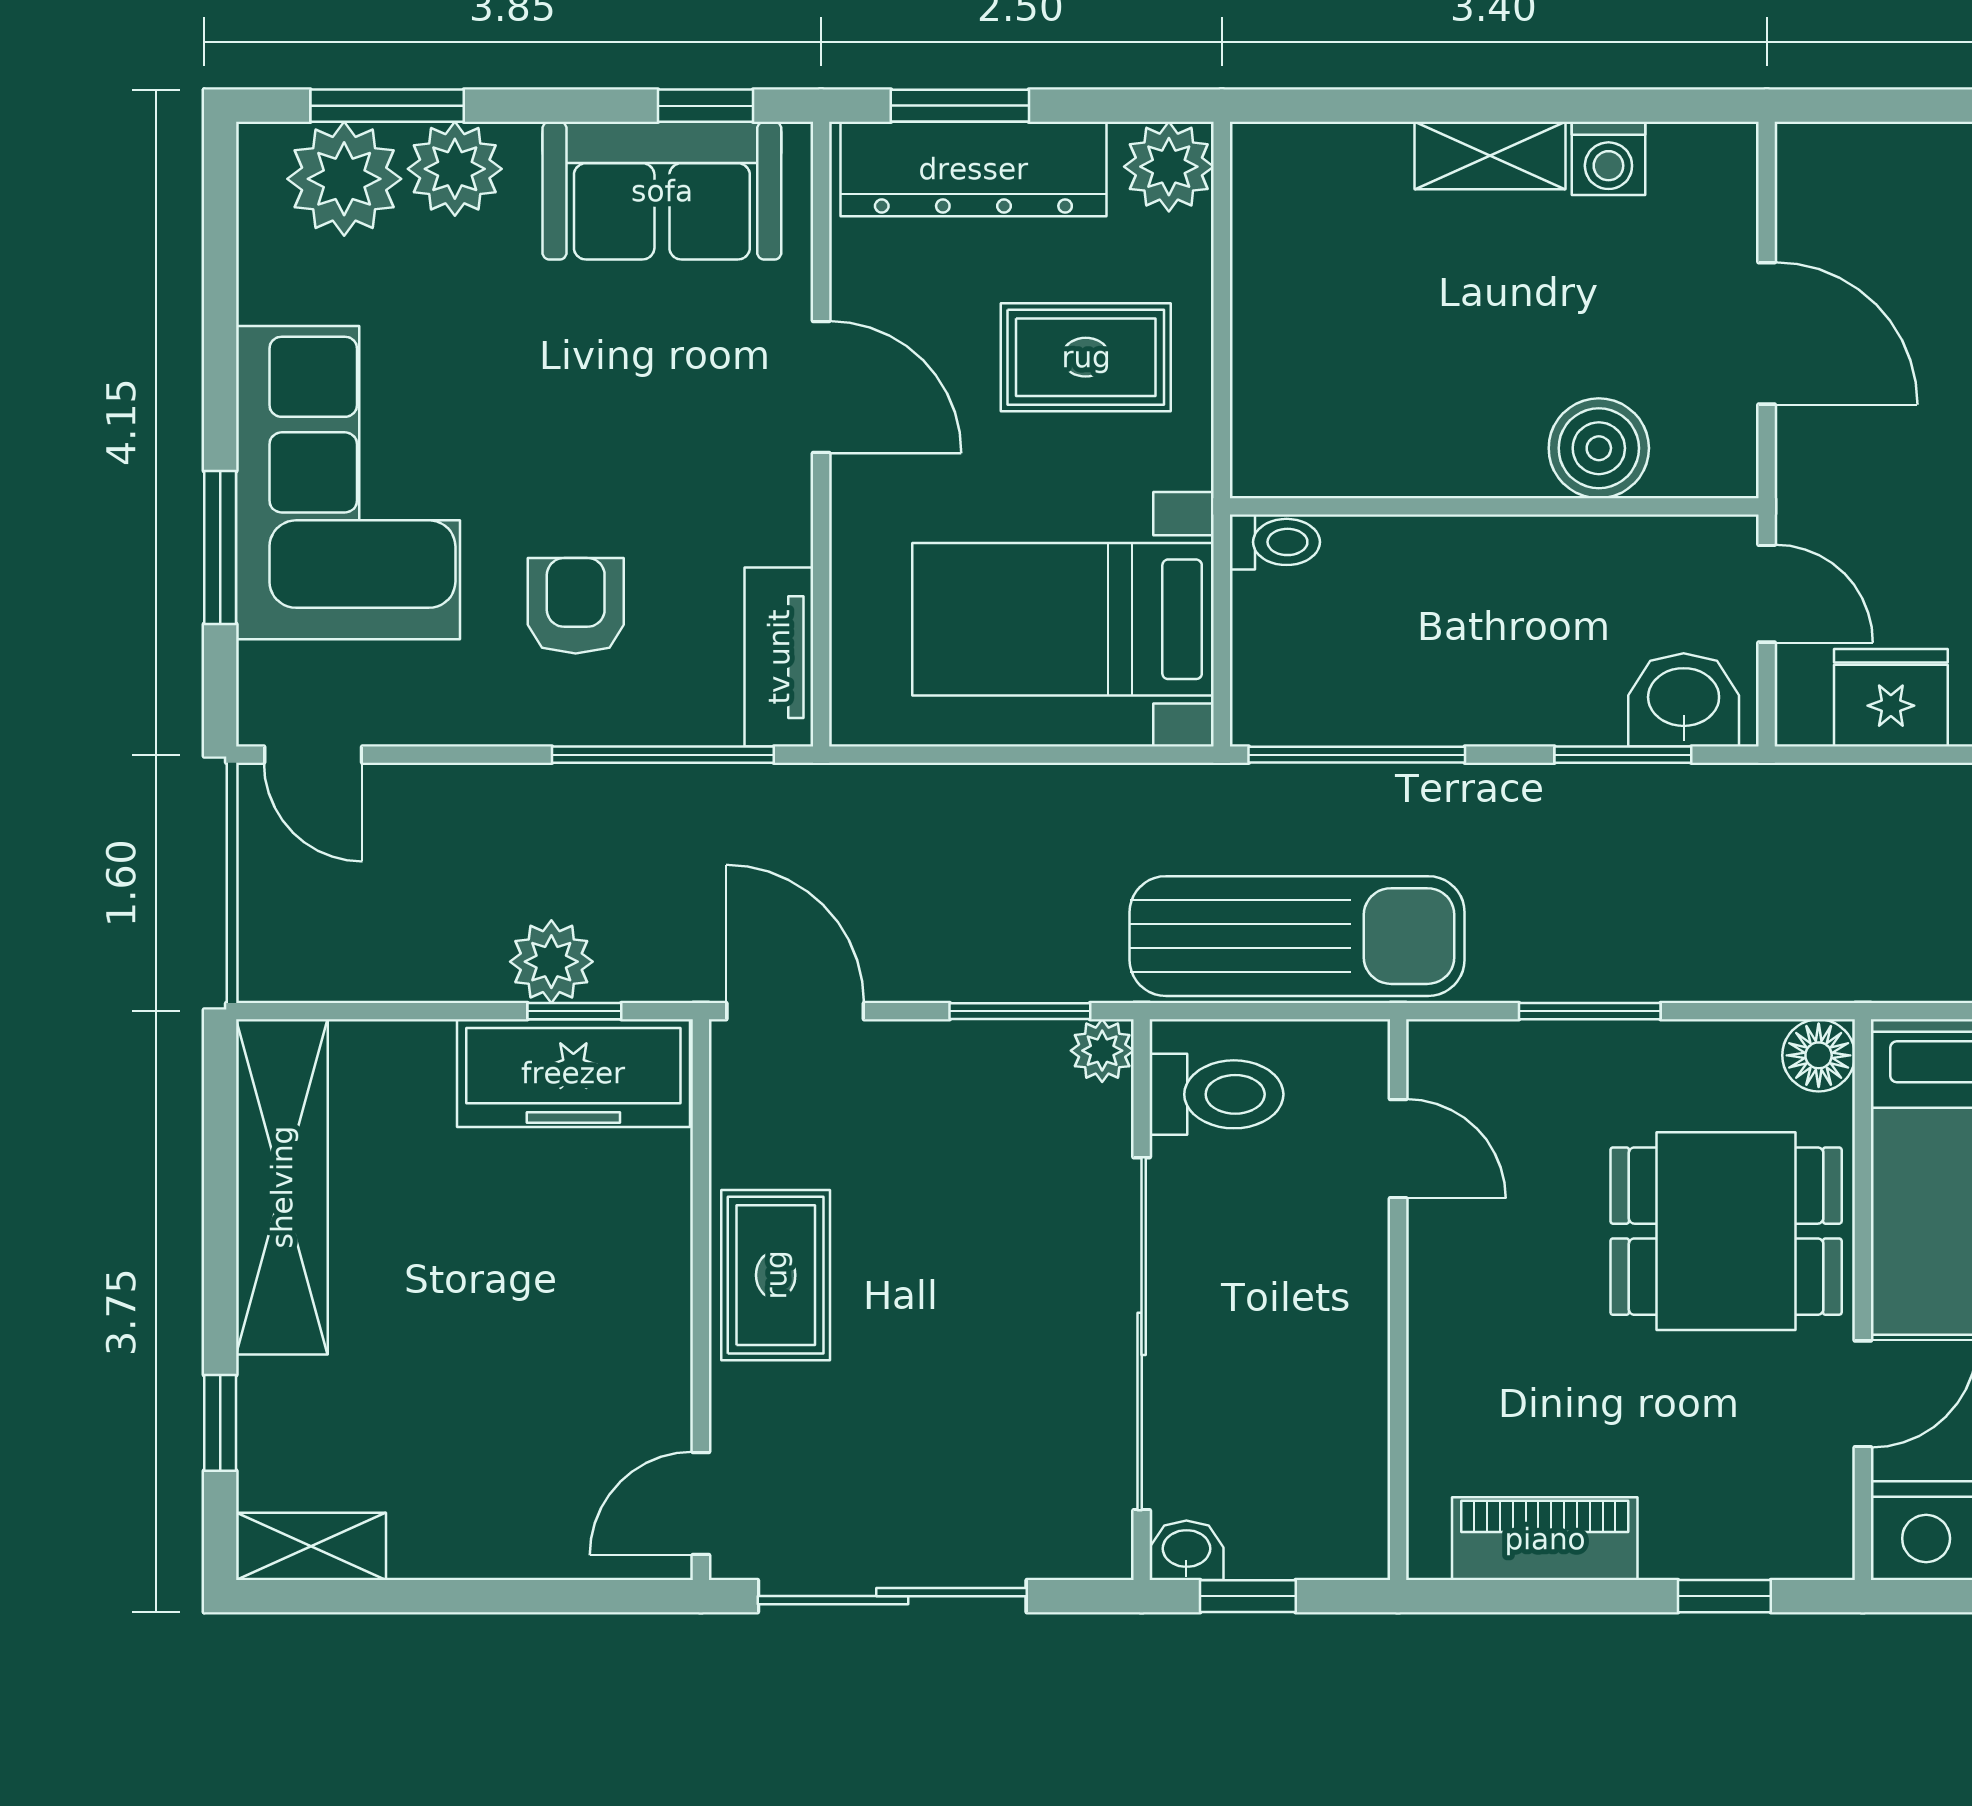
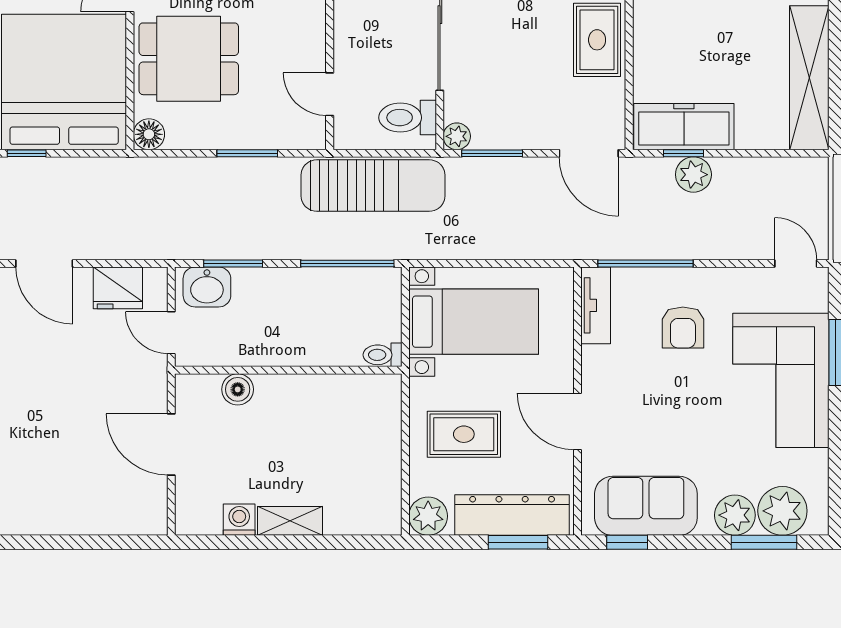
boiler: (1599, 448) -> (238, 389), width x0.73, depth x0.73
sun lounger: (1297, 936) -> (373, 186), turned 180

